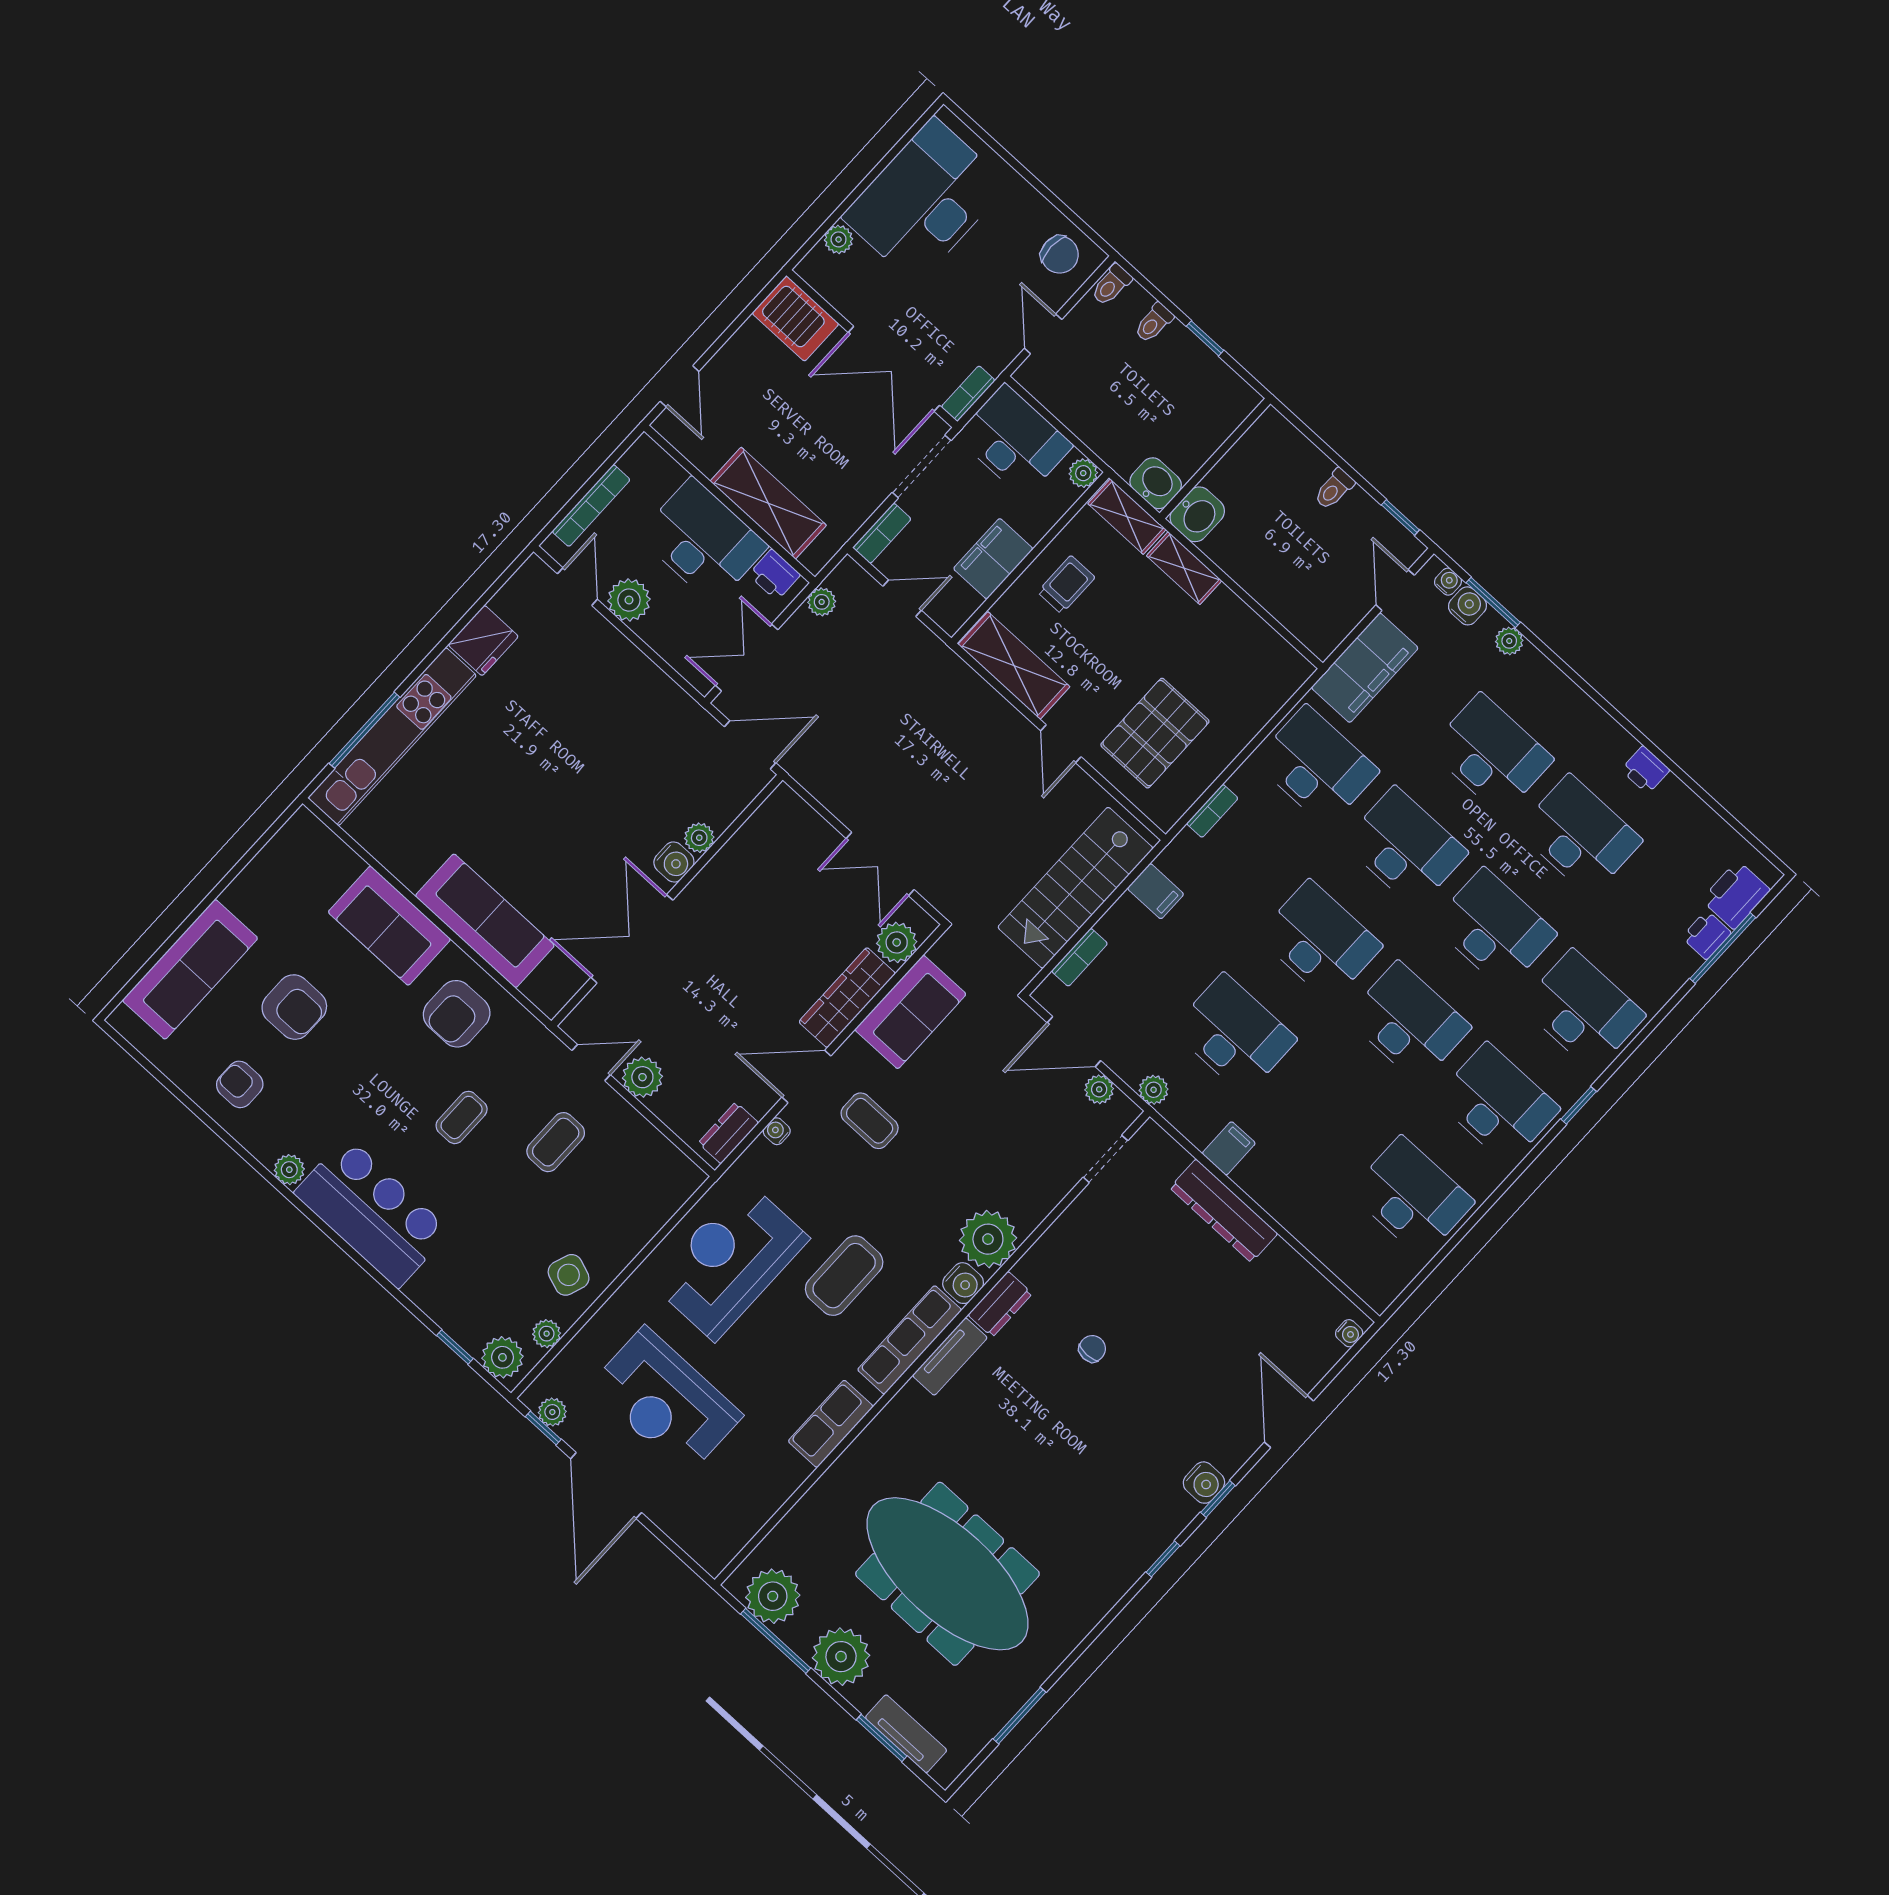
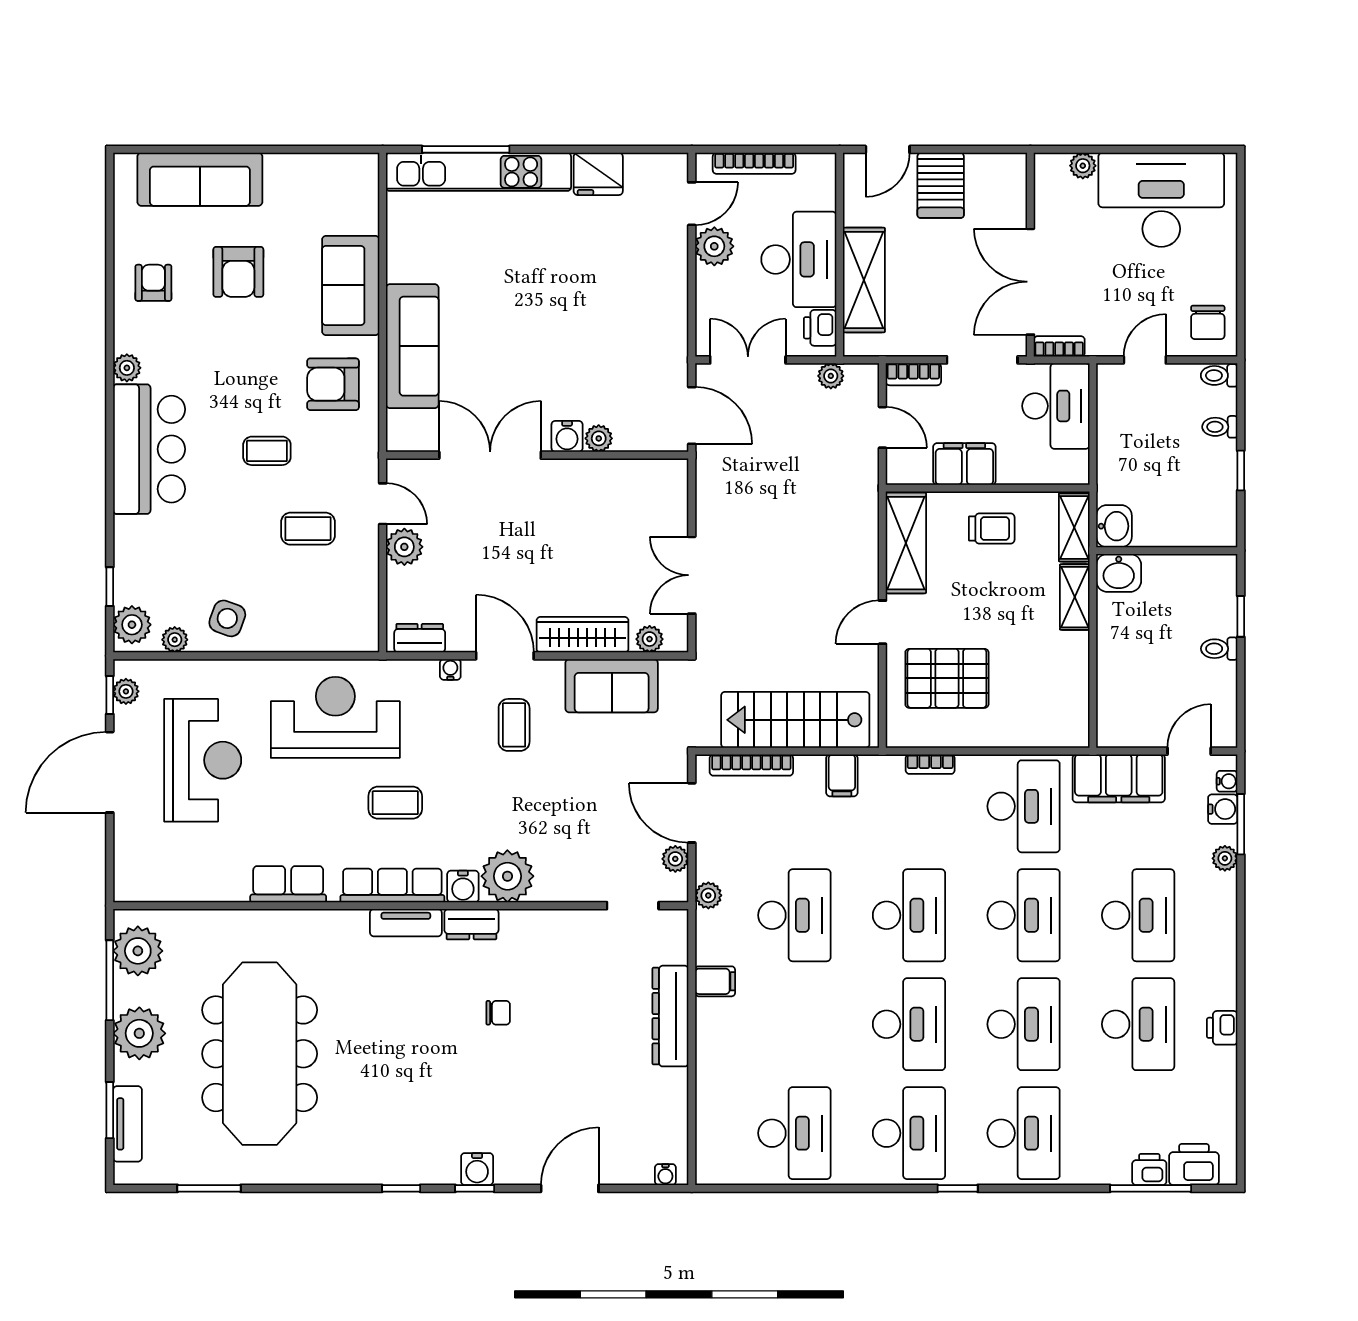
server rack: (796, 318) -> (941, 185), moved
plant: (1083, 473) -> (1076, 472), removed
window: (1400, 517) -> (1241, 616), moved
plant: (897, 942) -> (650, 639), width x0.73, depth x0.73
bookcase: (1080, 957) -> (751, 765), width x1.56
coffee table: (844, 1276) -> (395, 803), width x0.73, depth x0.77
reception desk: (666, 1401) -> (203, 760), turned 180

